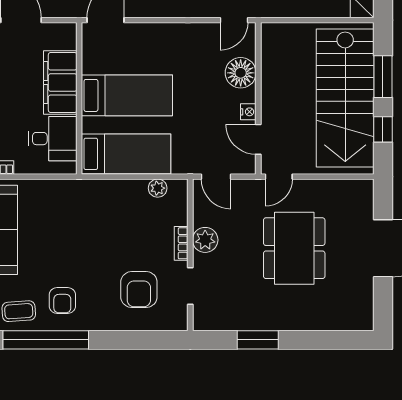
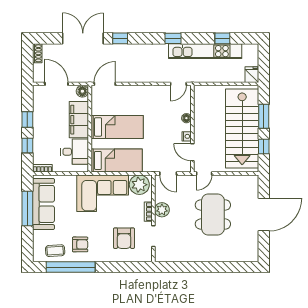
floor lamp: (66, 33) -> (82, 91), added
floor lamp: (241, 73) -> (186, 118), width x0.53, depth x0.53
plant: (158, 188) -> (139, 185), width x1.88, depth x1.88
corner sofa: (102, 211) -> (103, 193), added
armchair: (62, 300) -> (80, 244), turned -90
window: (258, 340) -> (192, 267), removed

